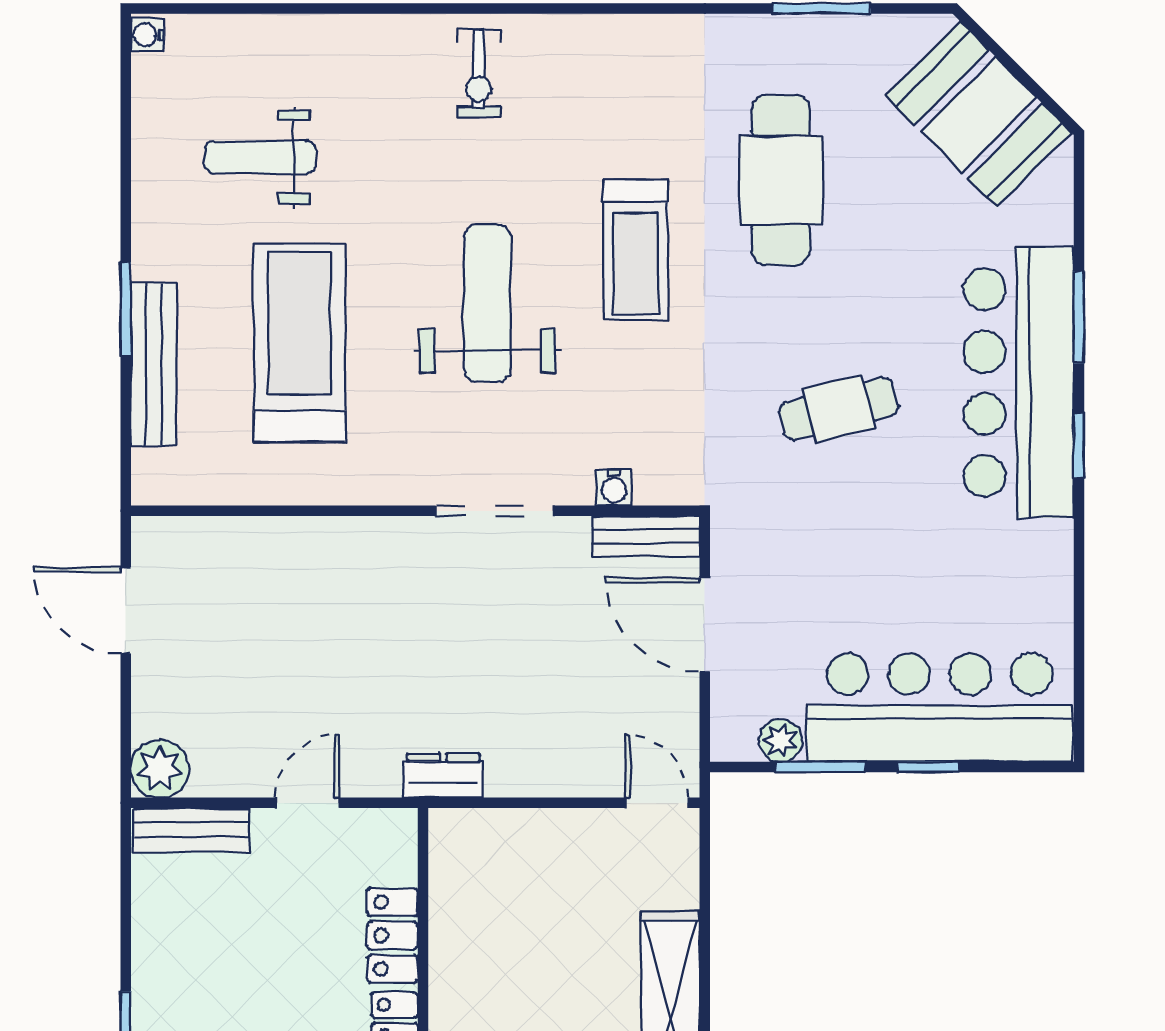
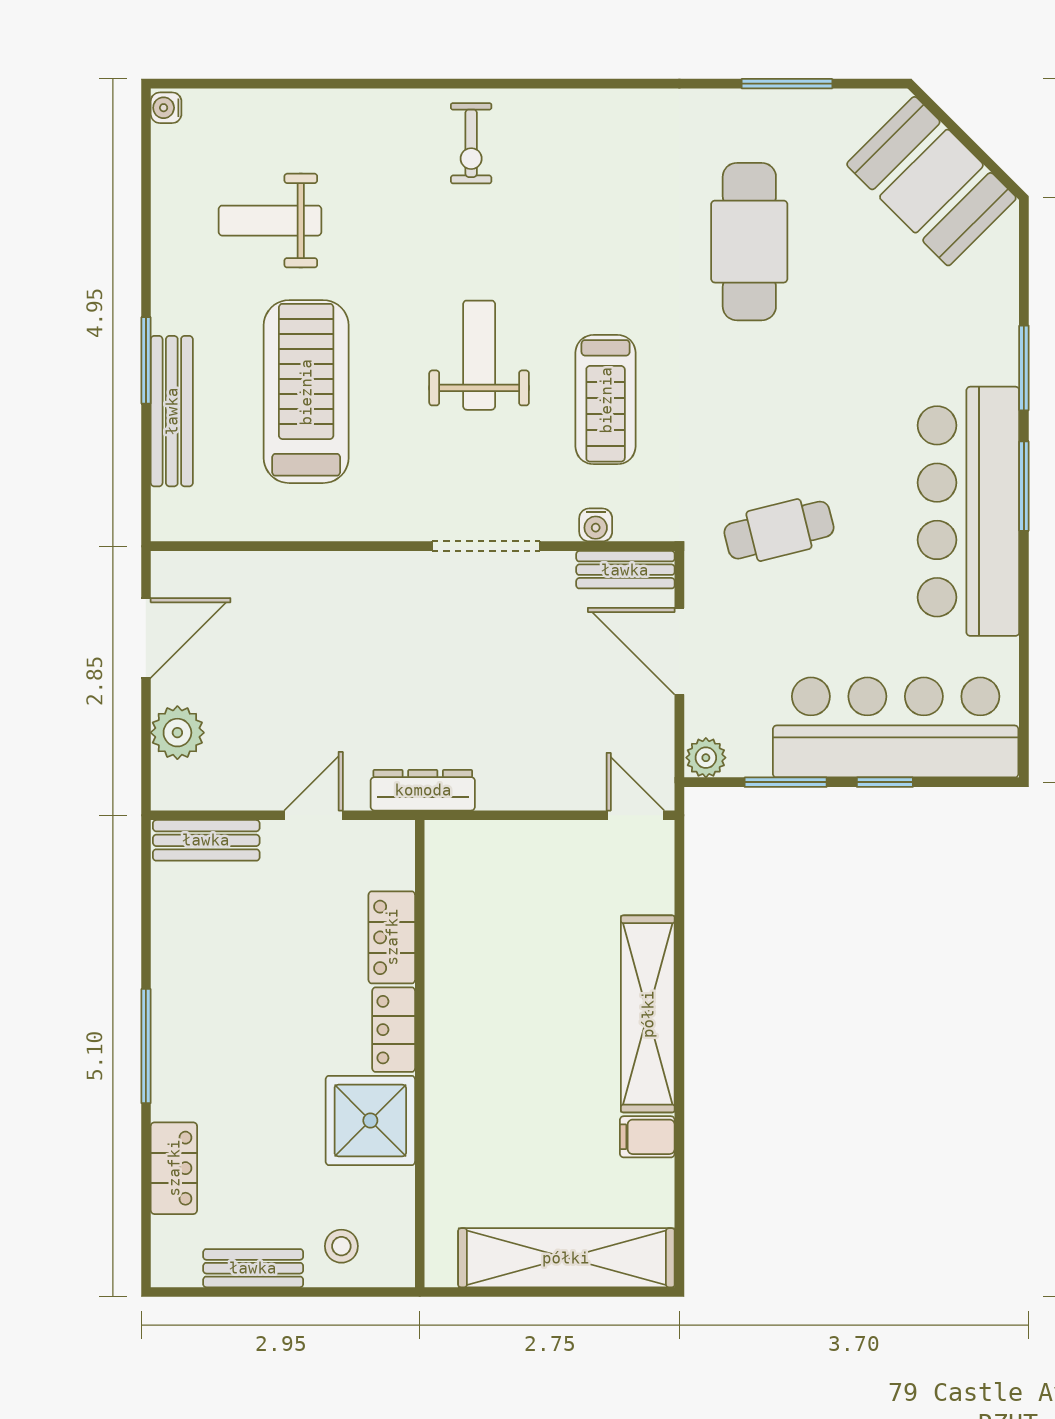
treadmill: (636, 250) -> (606, 400), moved
weight bench: (487, 303) -> (479, 355), width x0.73, depth x0.75
bar counter: (1019, 383) -> (968, 511), moved
cafe table: (839, 409) -> (779, 530), moved
window: (1079, 446) -> (1024, 486), width x1.50
door: (126, 610) -> (146, 638), swing flipped
plant: (781, 740) -> (706, 758), moved
plant: (160, 769) -> (177, 733), moved
dresser: (443, 776) -> (423, 790), width x1.44

